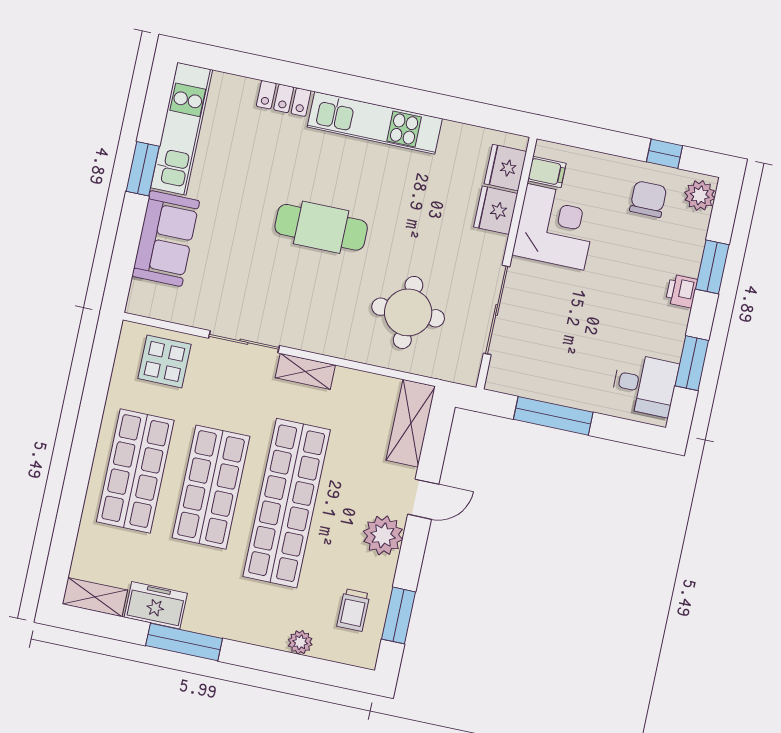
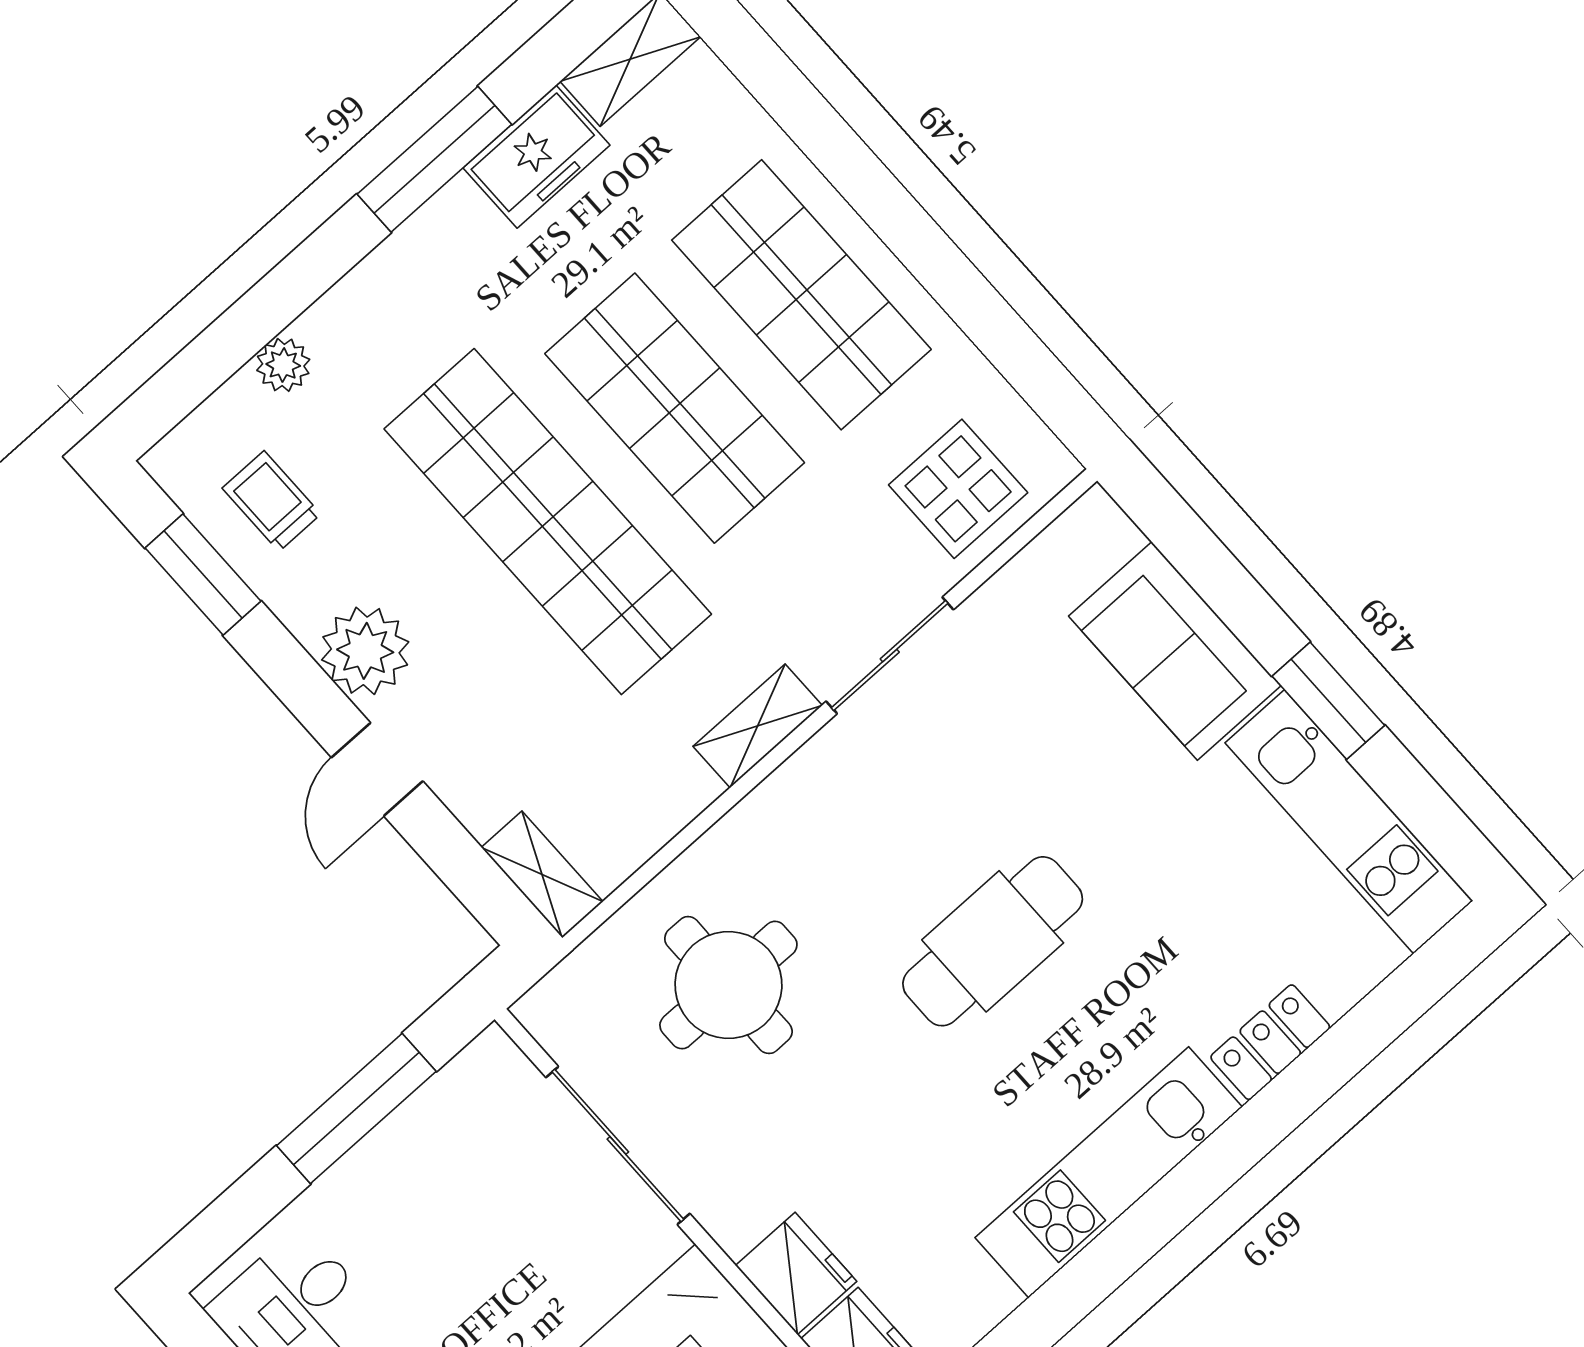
shelving: (411, 423) -> (542, 874), width x0.67, depth x0.75

